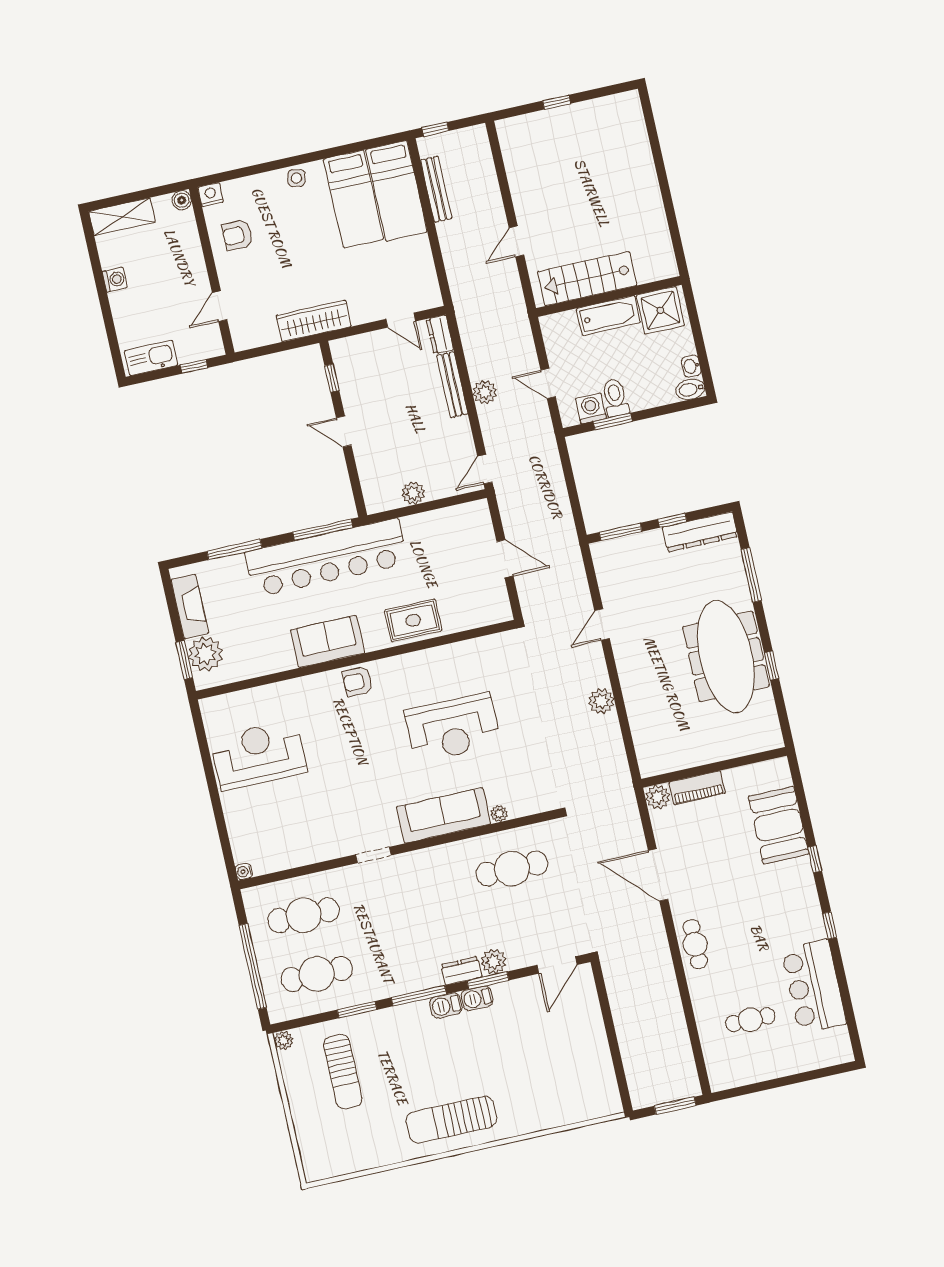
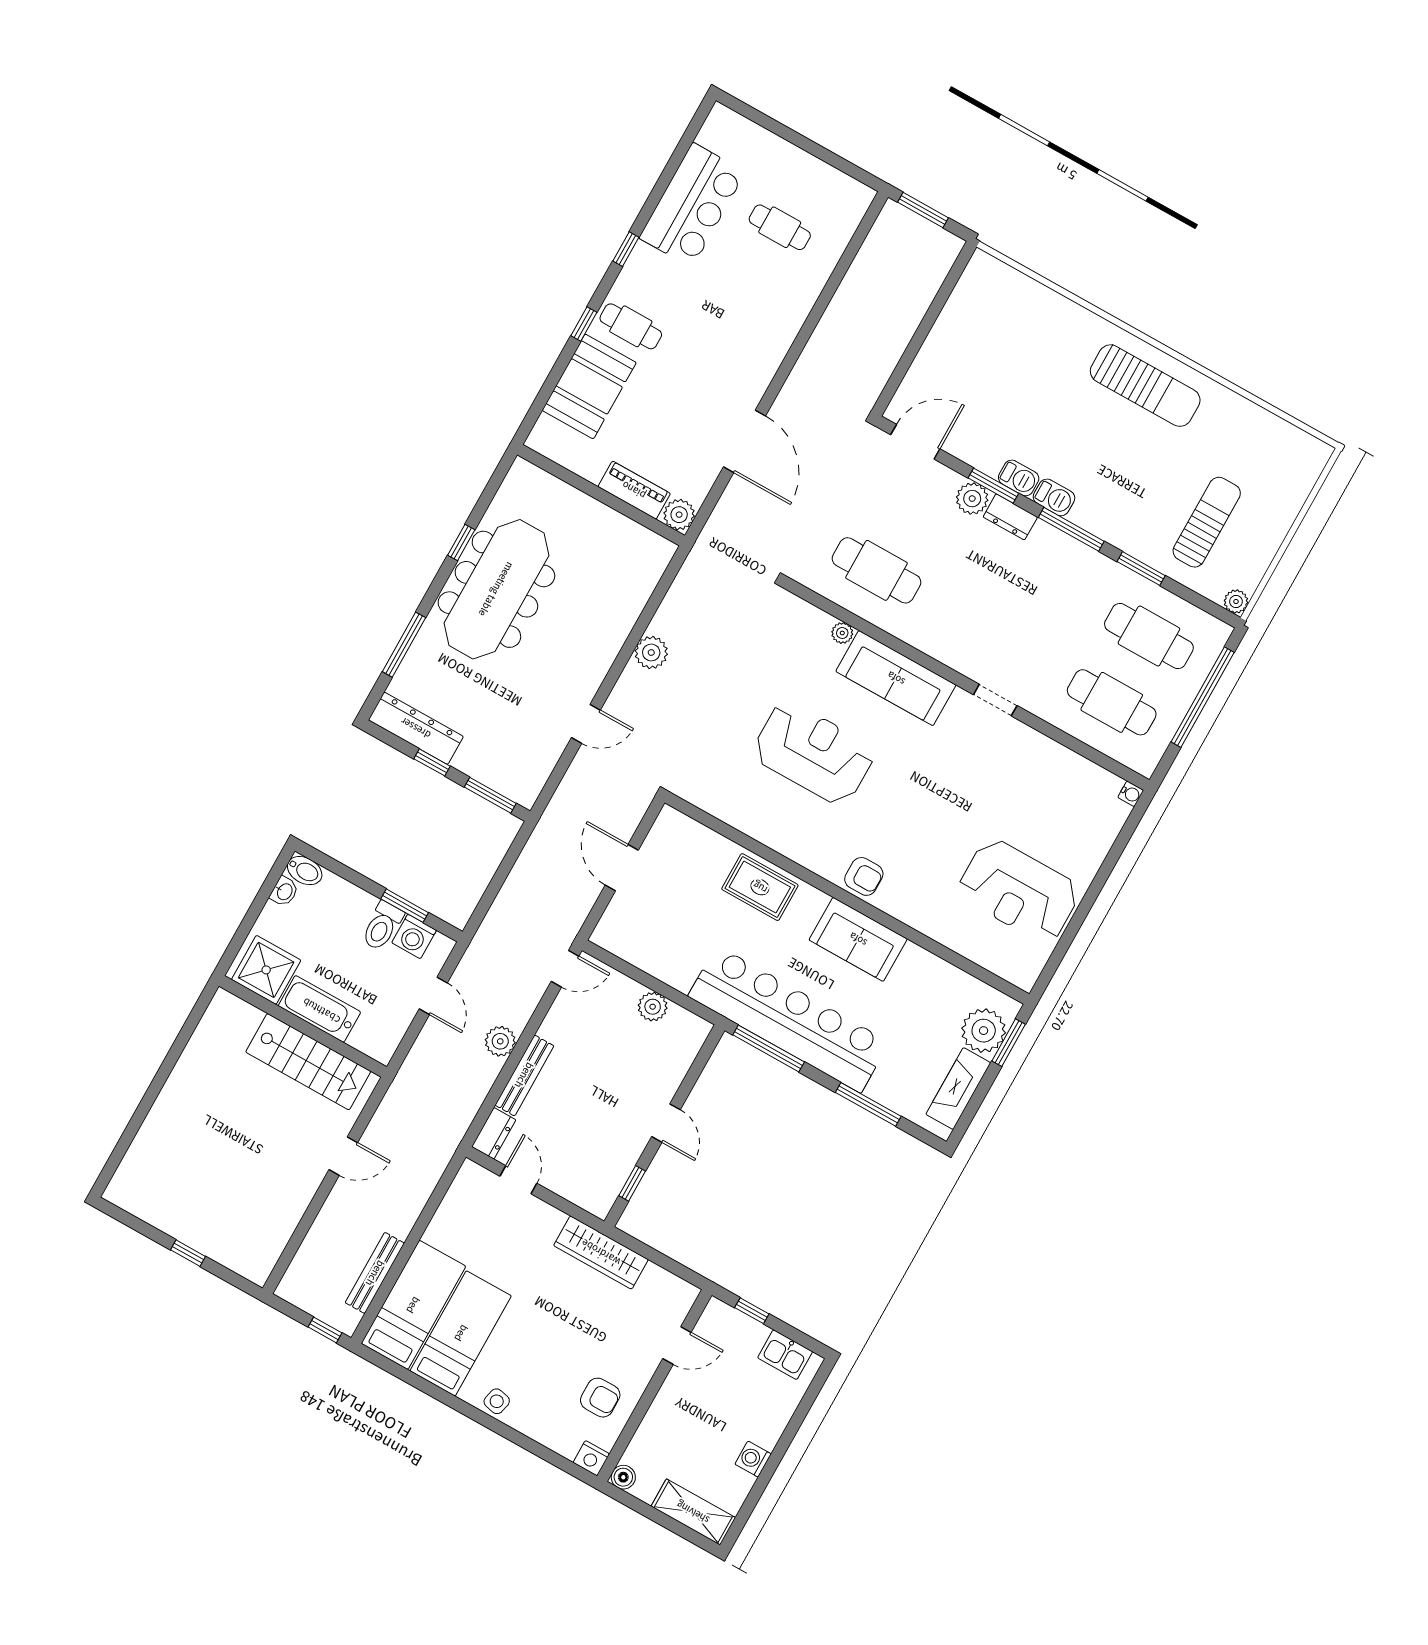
kitchen sink: (151, 358) -> (785, 1355), width x0.73
cafe table: (695, 944) -> (631, 326), moved, turned 90

